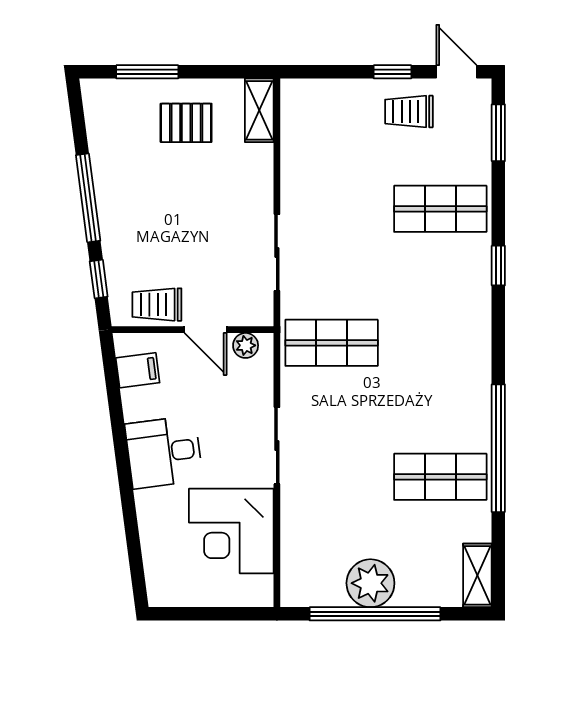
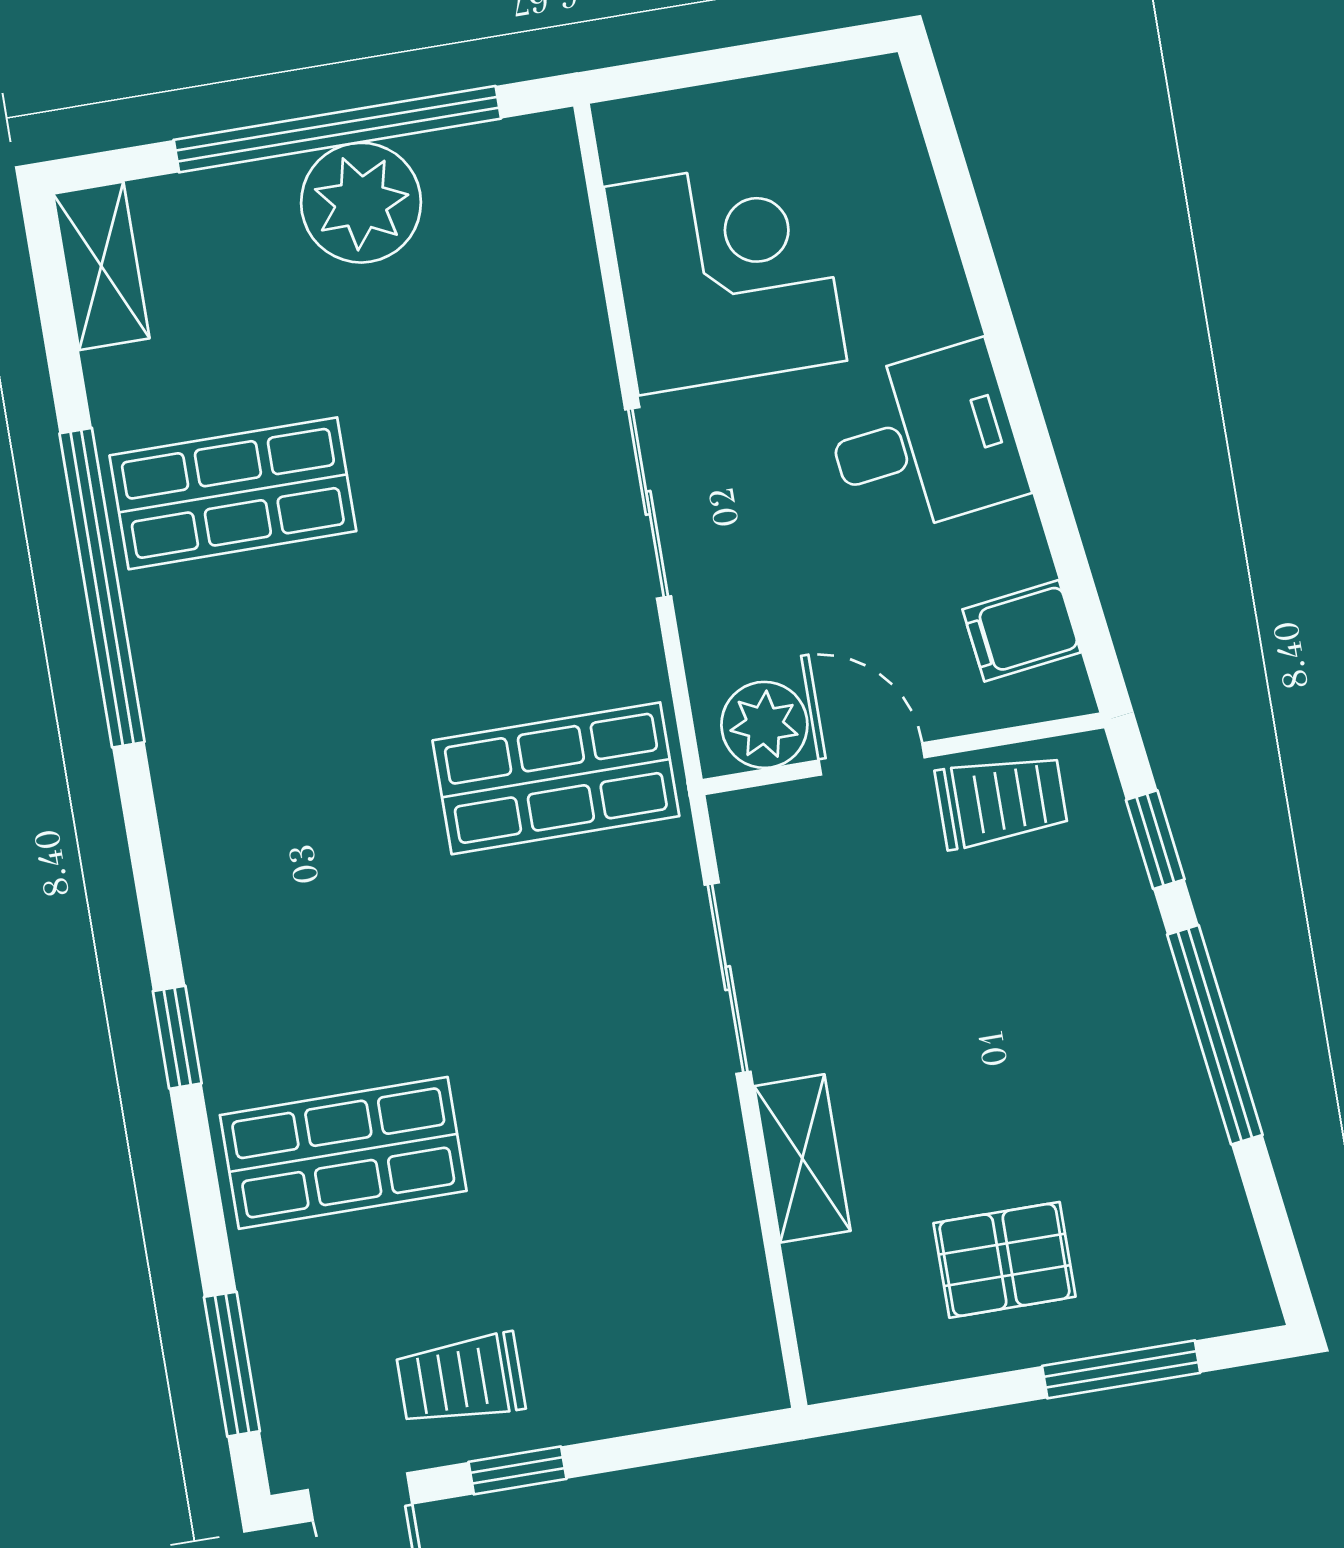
shelving: (259, 110) -> (802, 1158), moved
trolley: (409, 112) -> (461, 1379), turned 180
plant: (246, 345) -> (764, 725), width x1.38, depth x1.38

